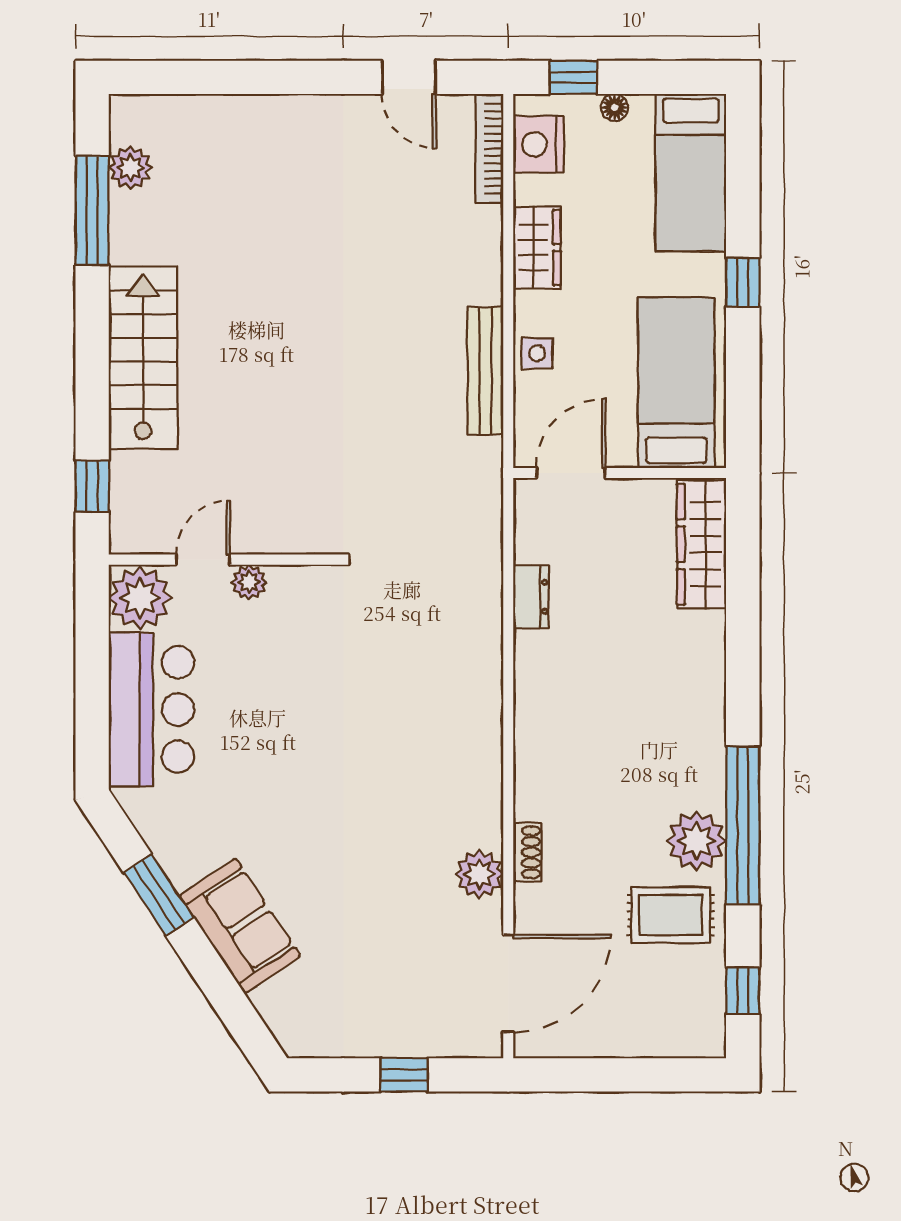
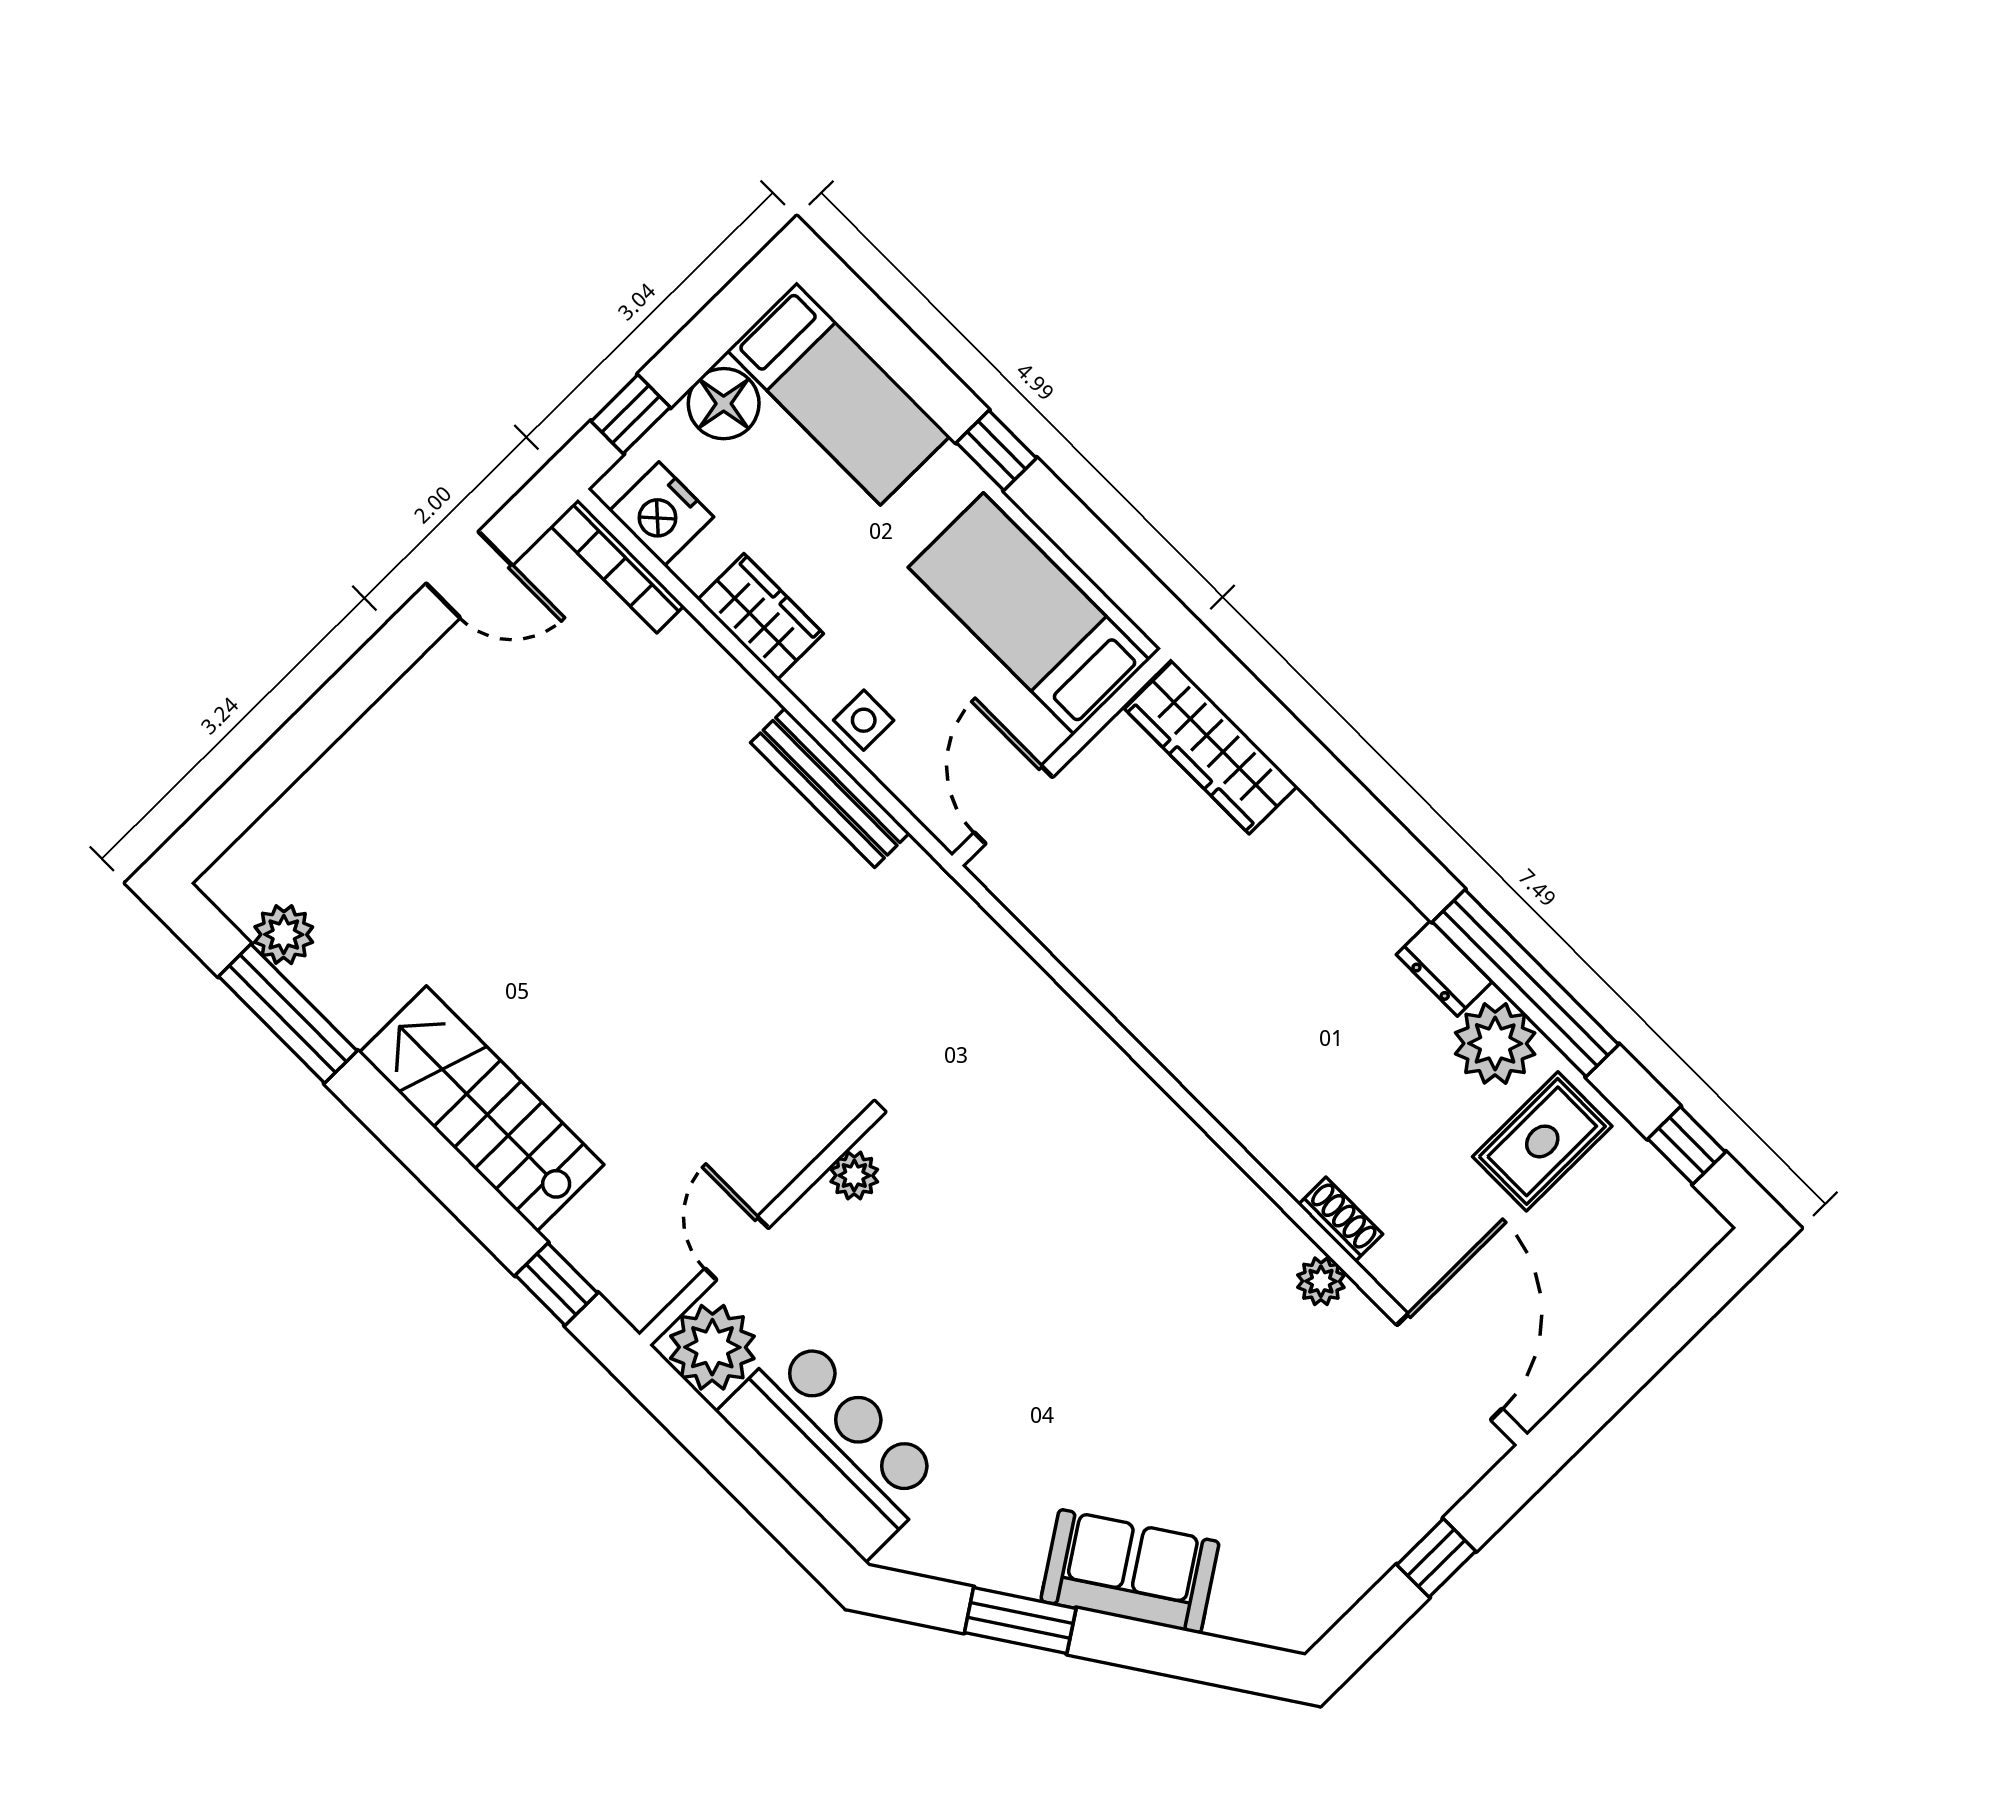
floor lamp: (615, 108) -> (724, 404), width x1.89, depth x1.89
plant: (249, 582) -> (854, 1176), moved
dresser: (531, 597) -> (1444, 968), moved, turned 180
plant: (479, 874) -> (1321, 1281), width x0.73, depth x0.73

